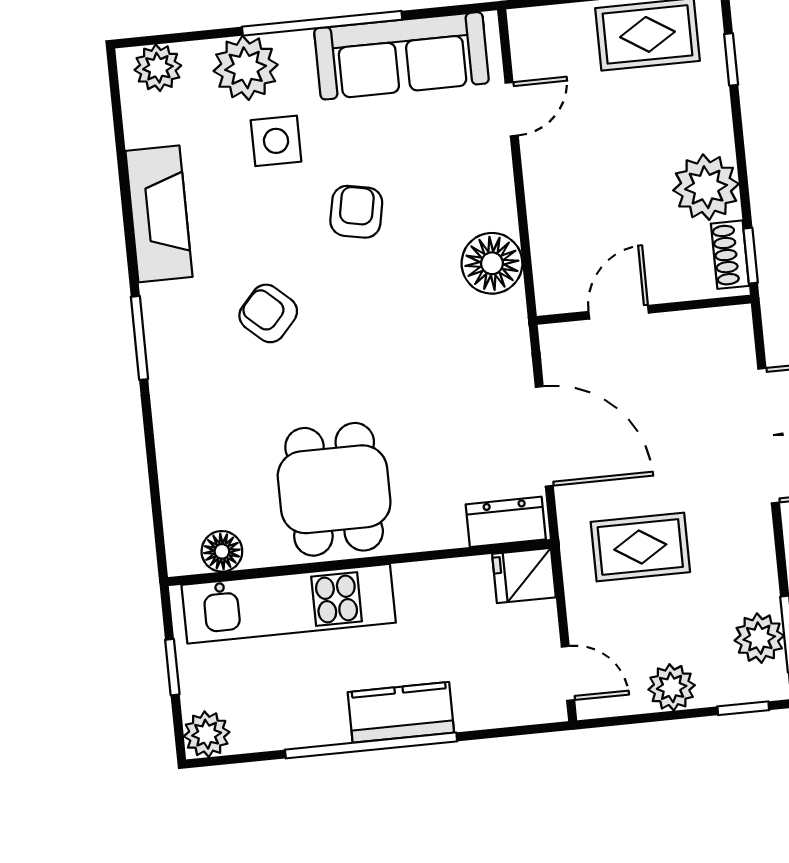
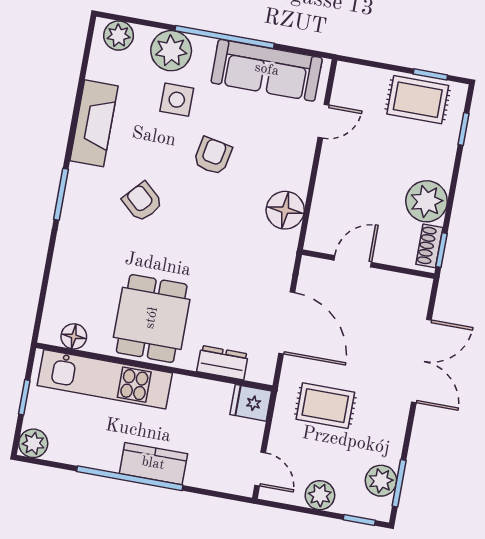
dresser: (506, 522) -> (223, 363), moved

